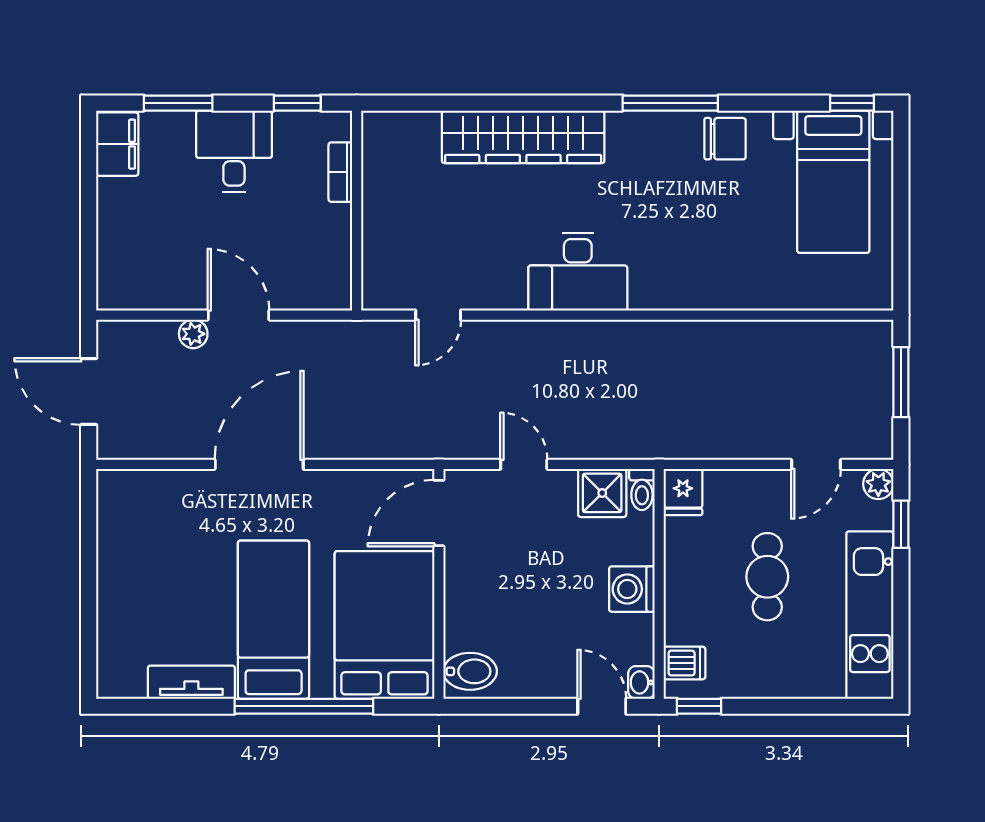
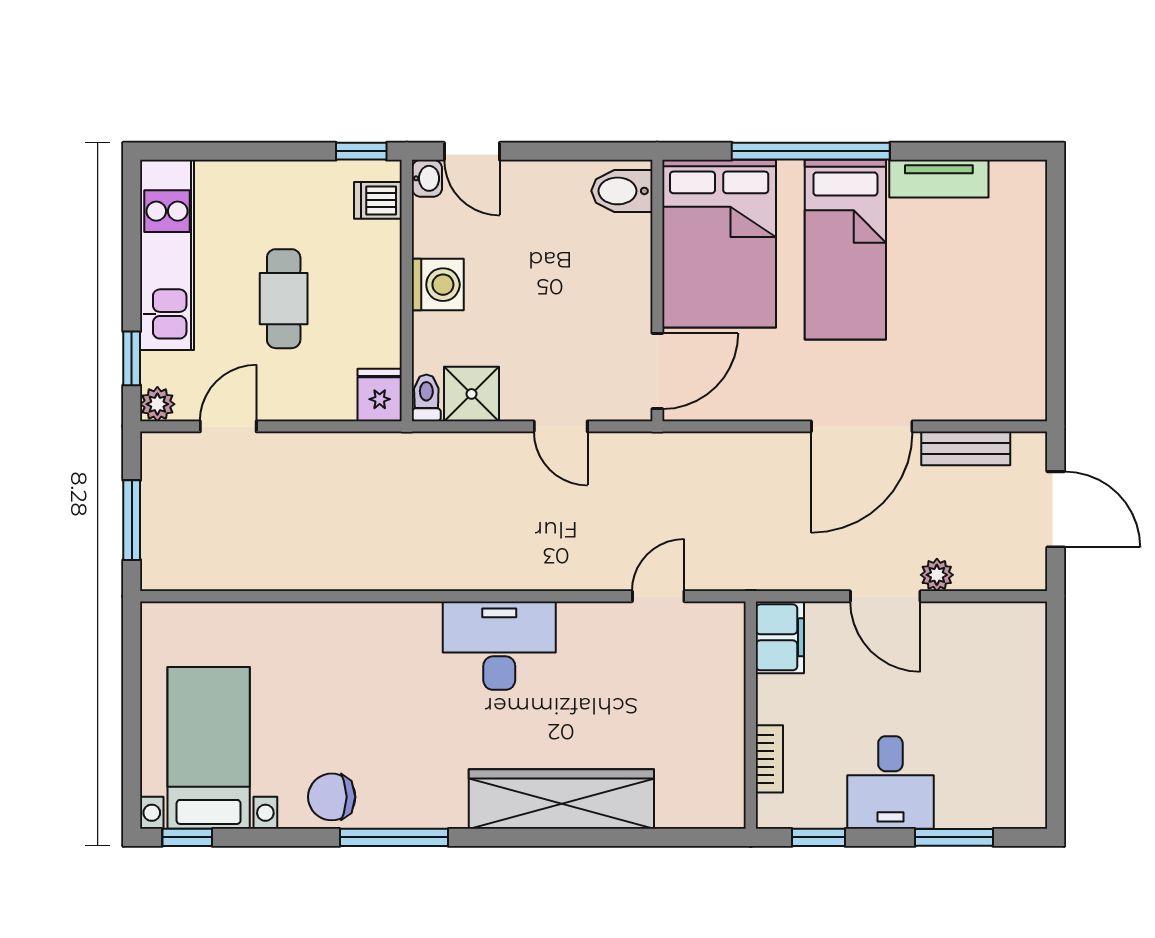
filing cabinet: (117, 144) -> (780, 637), moved, turned 180
bench: (168, 445) -> (966, 448), added

